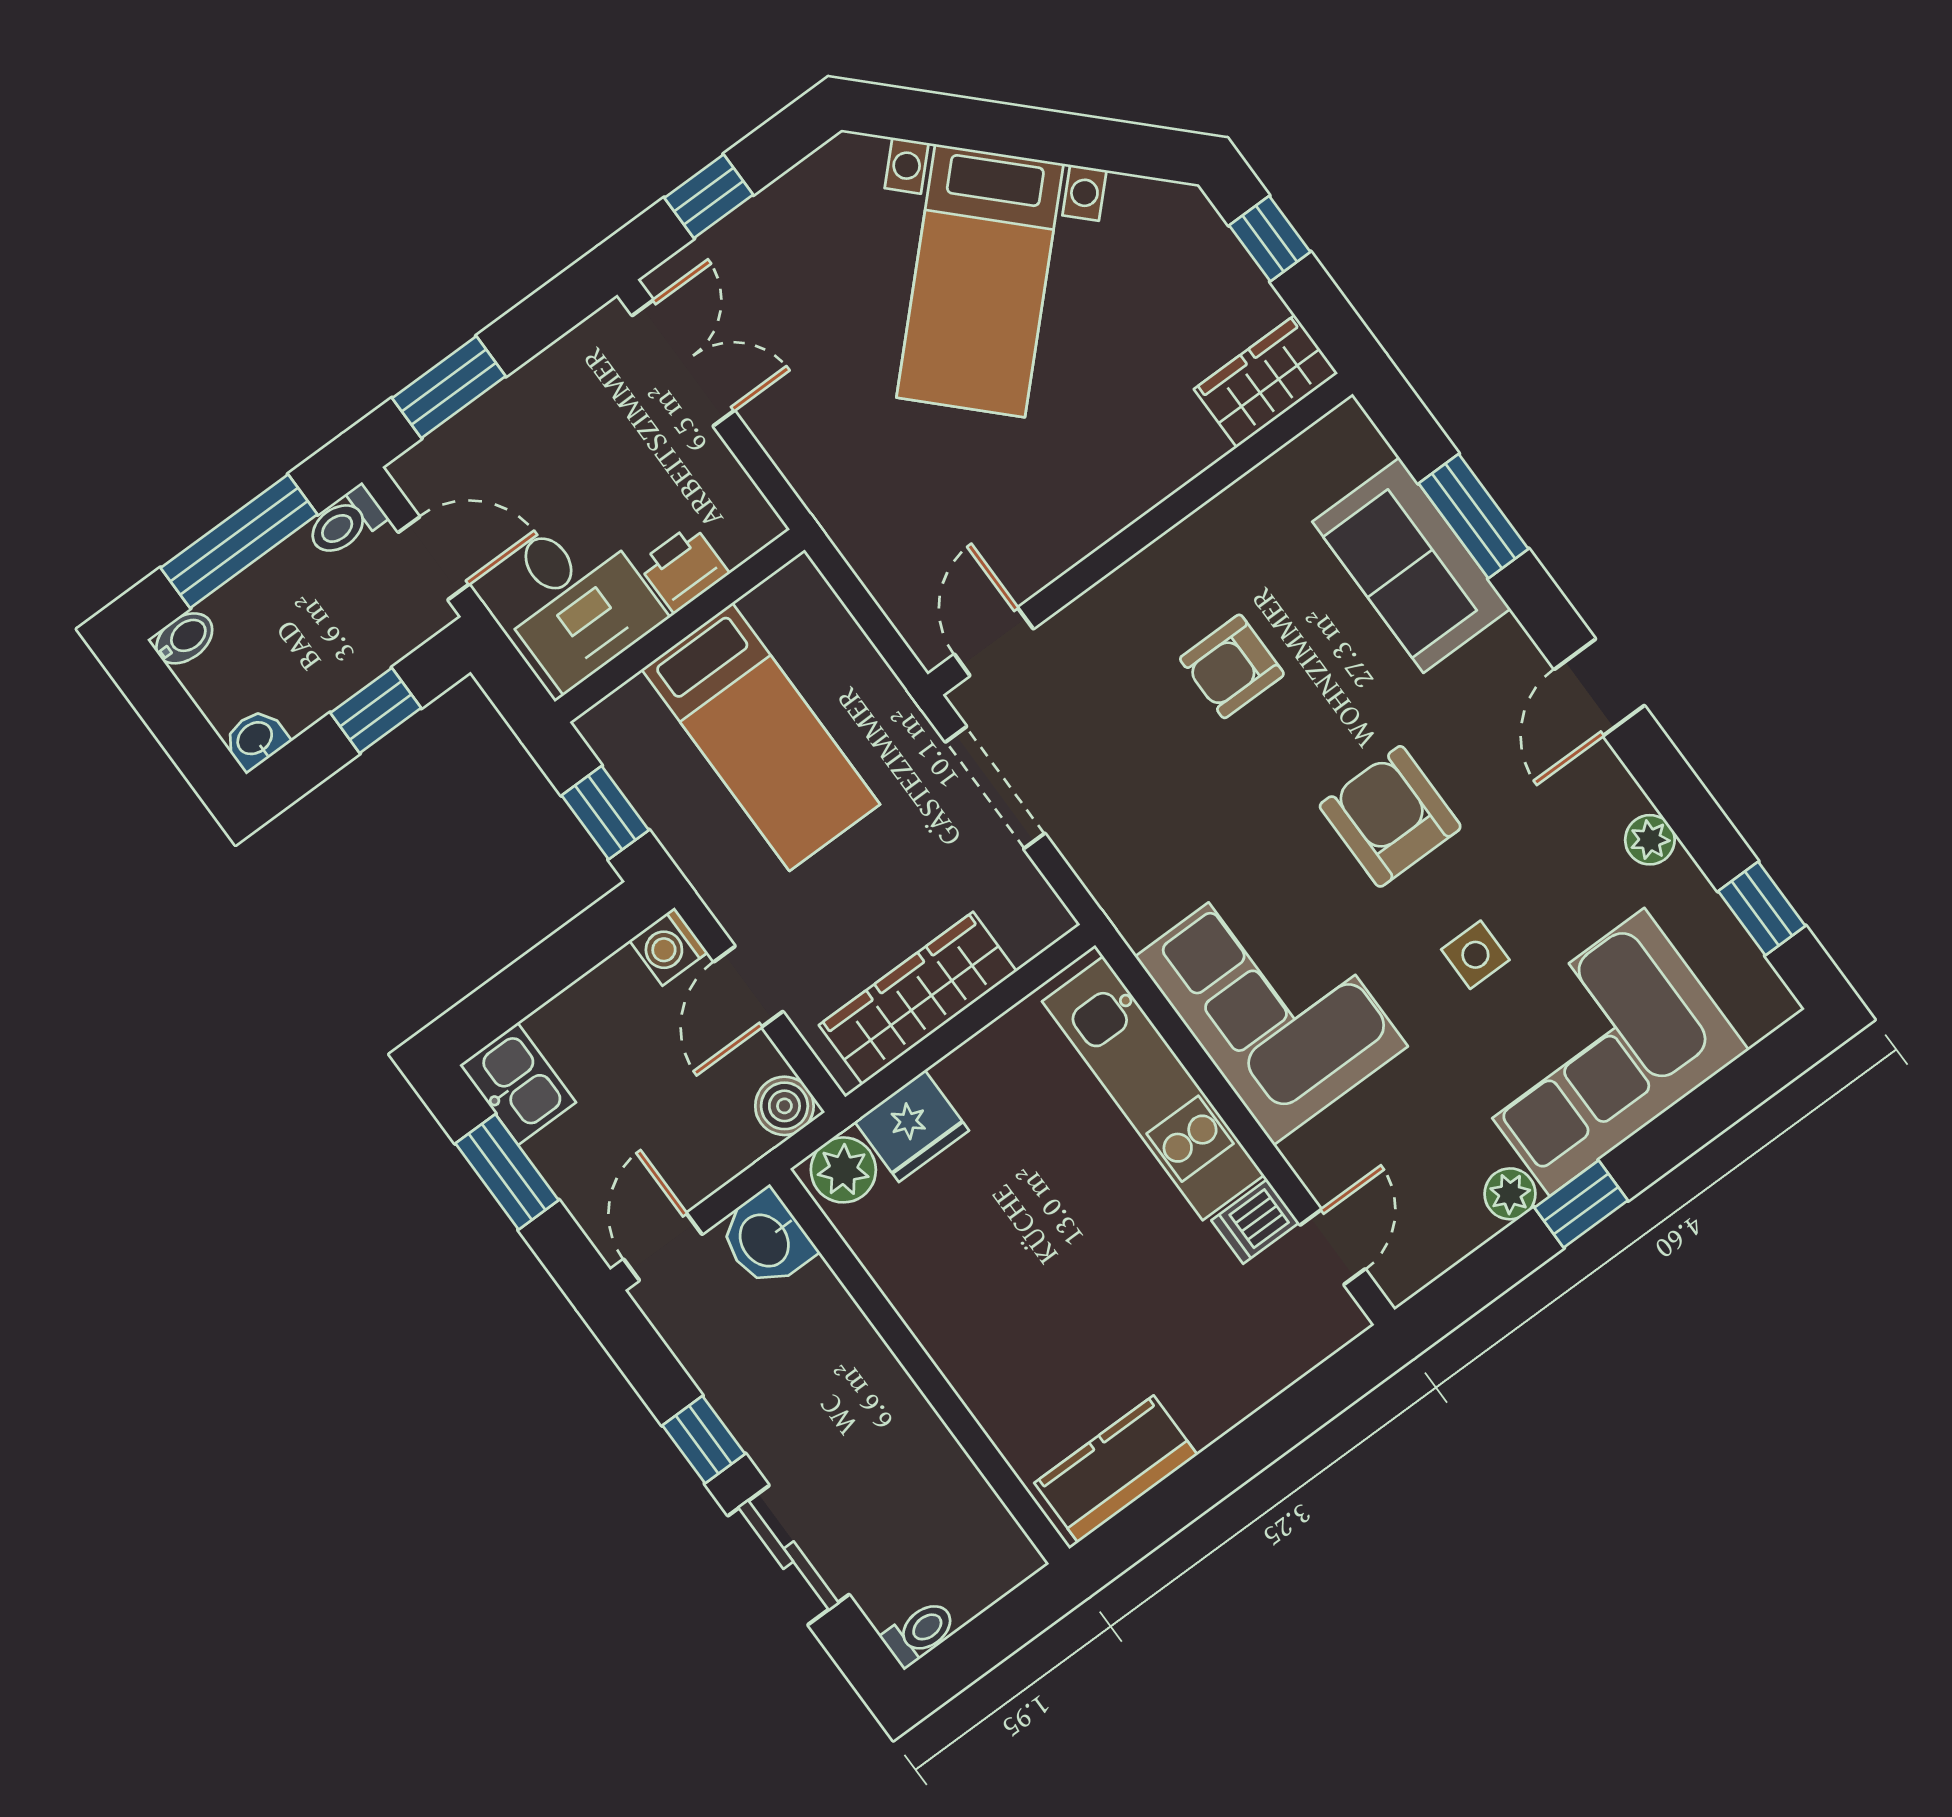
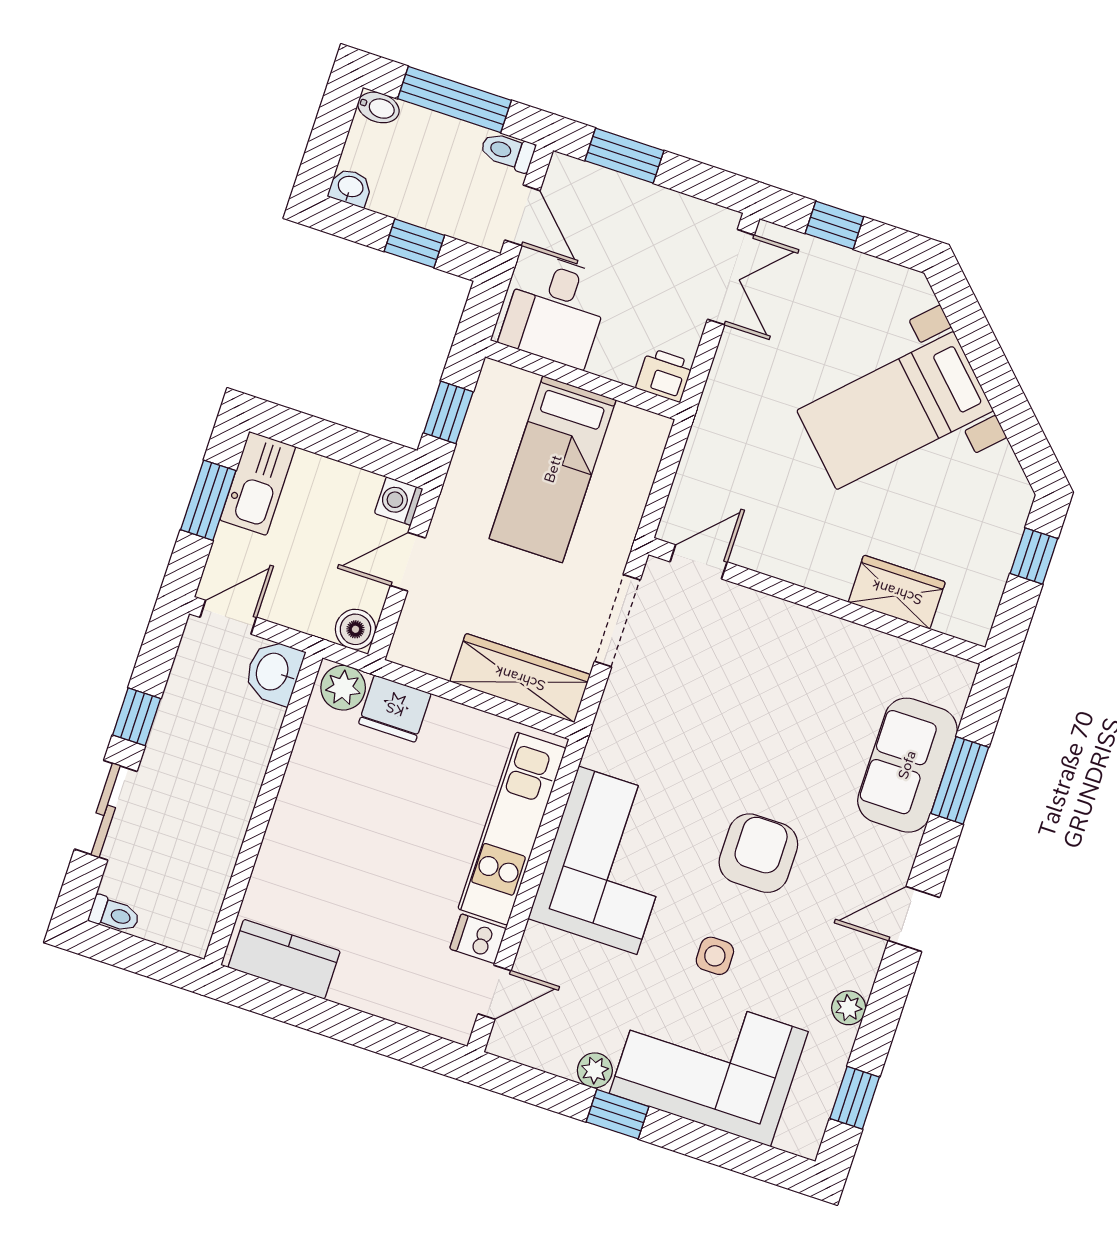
wardrobe: (1266, 381) -> (897, 592), moved
printer: (684, 569) -> (664, 375), moved
armchair: (1232, 666) -> (779, 705), removed
wardrobe: (918, 998) -> (520, 678), moved
kitchen sink: (518, 1084) -> (258, 483), width x1.38

